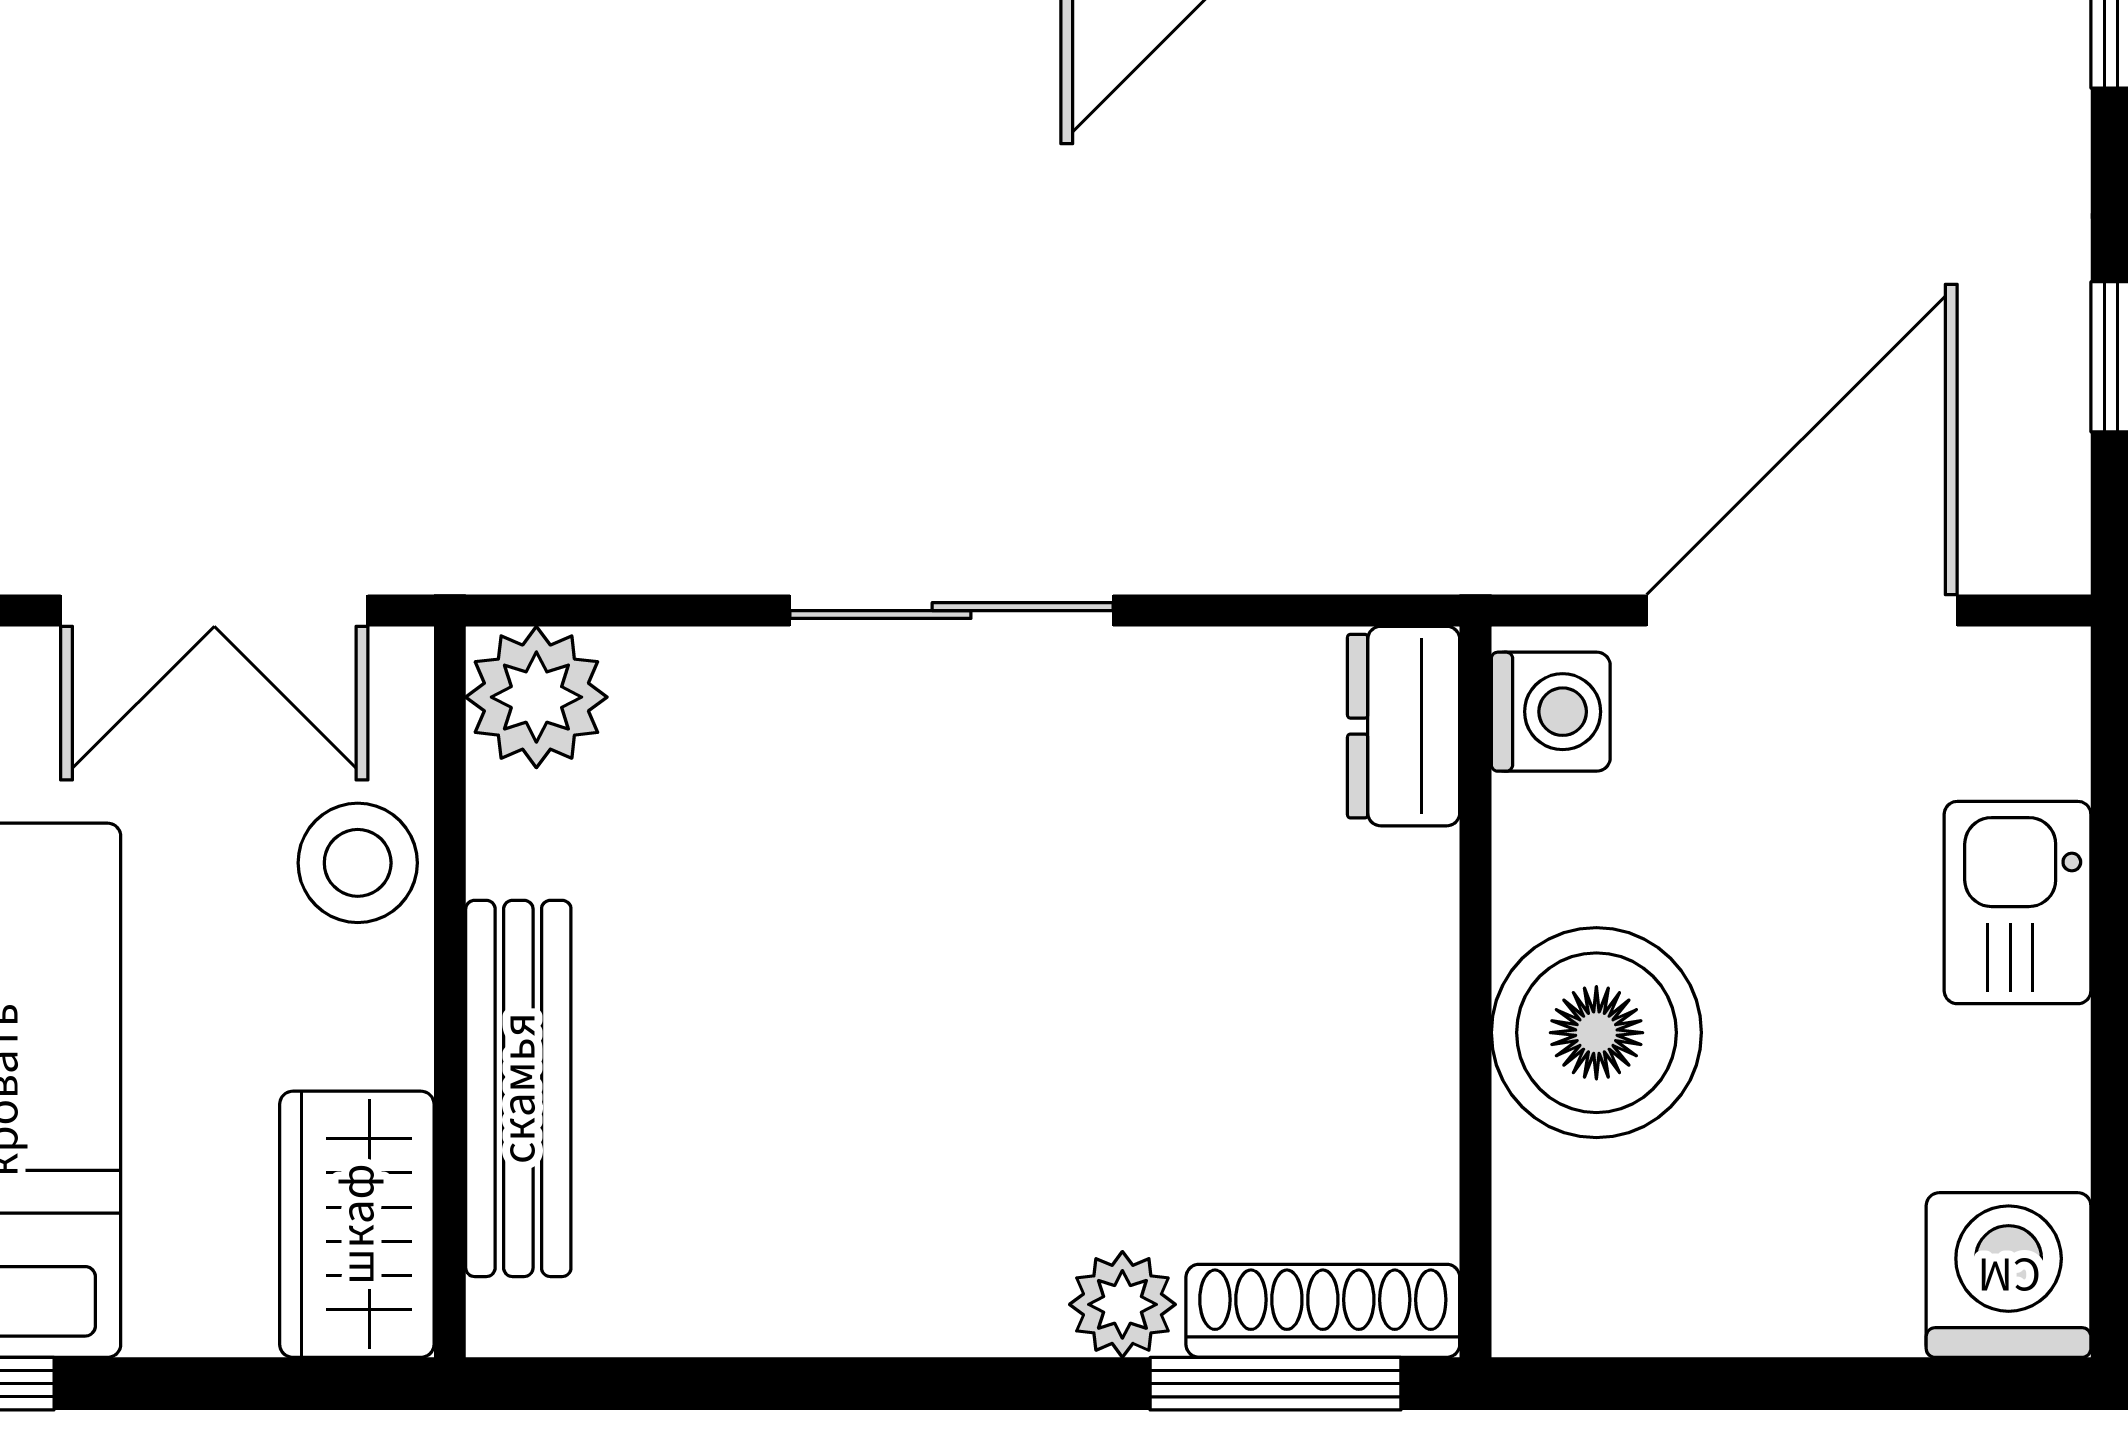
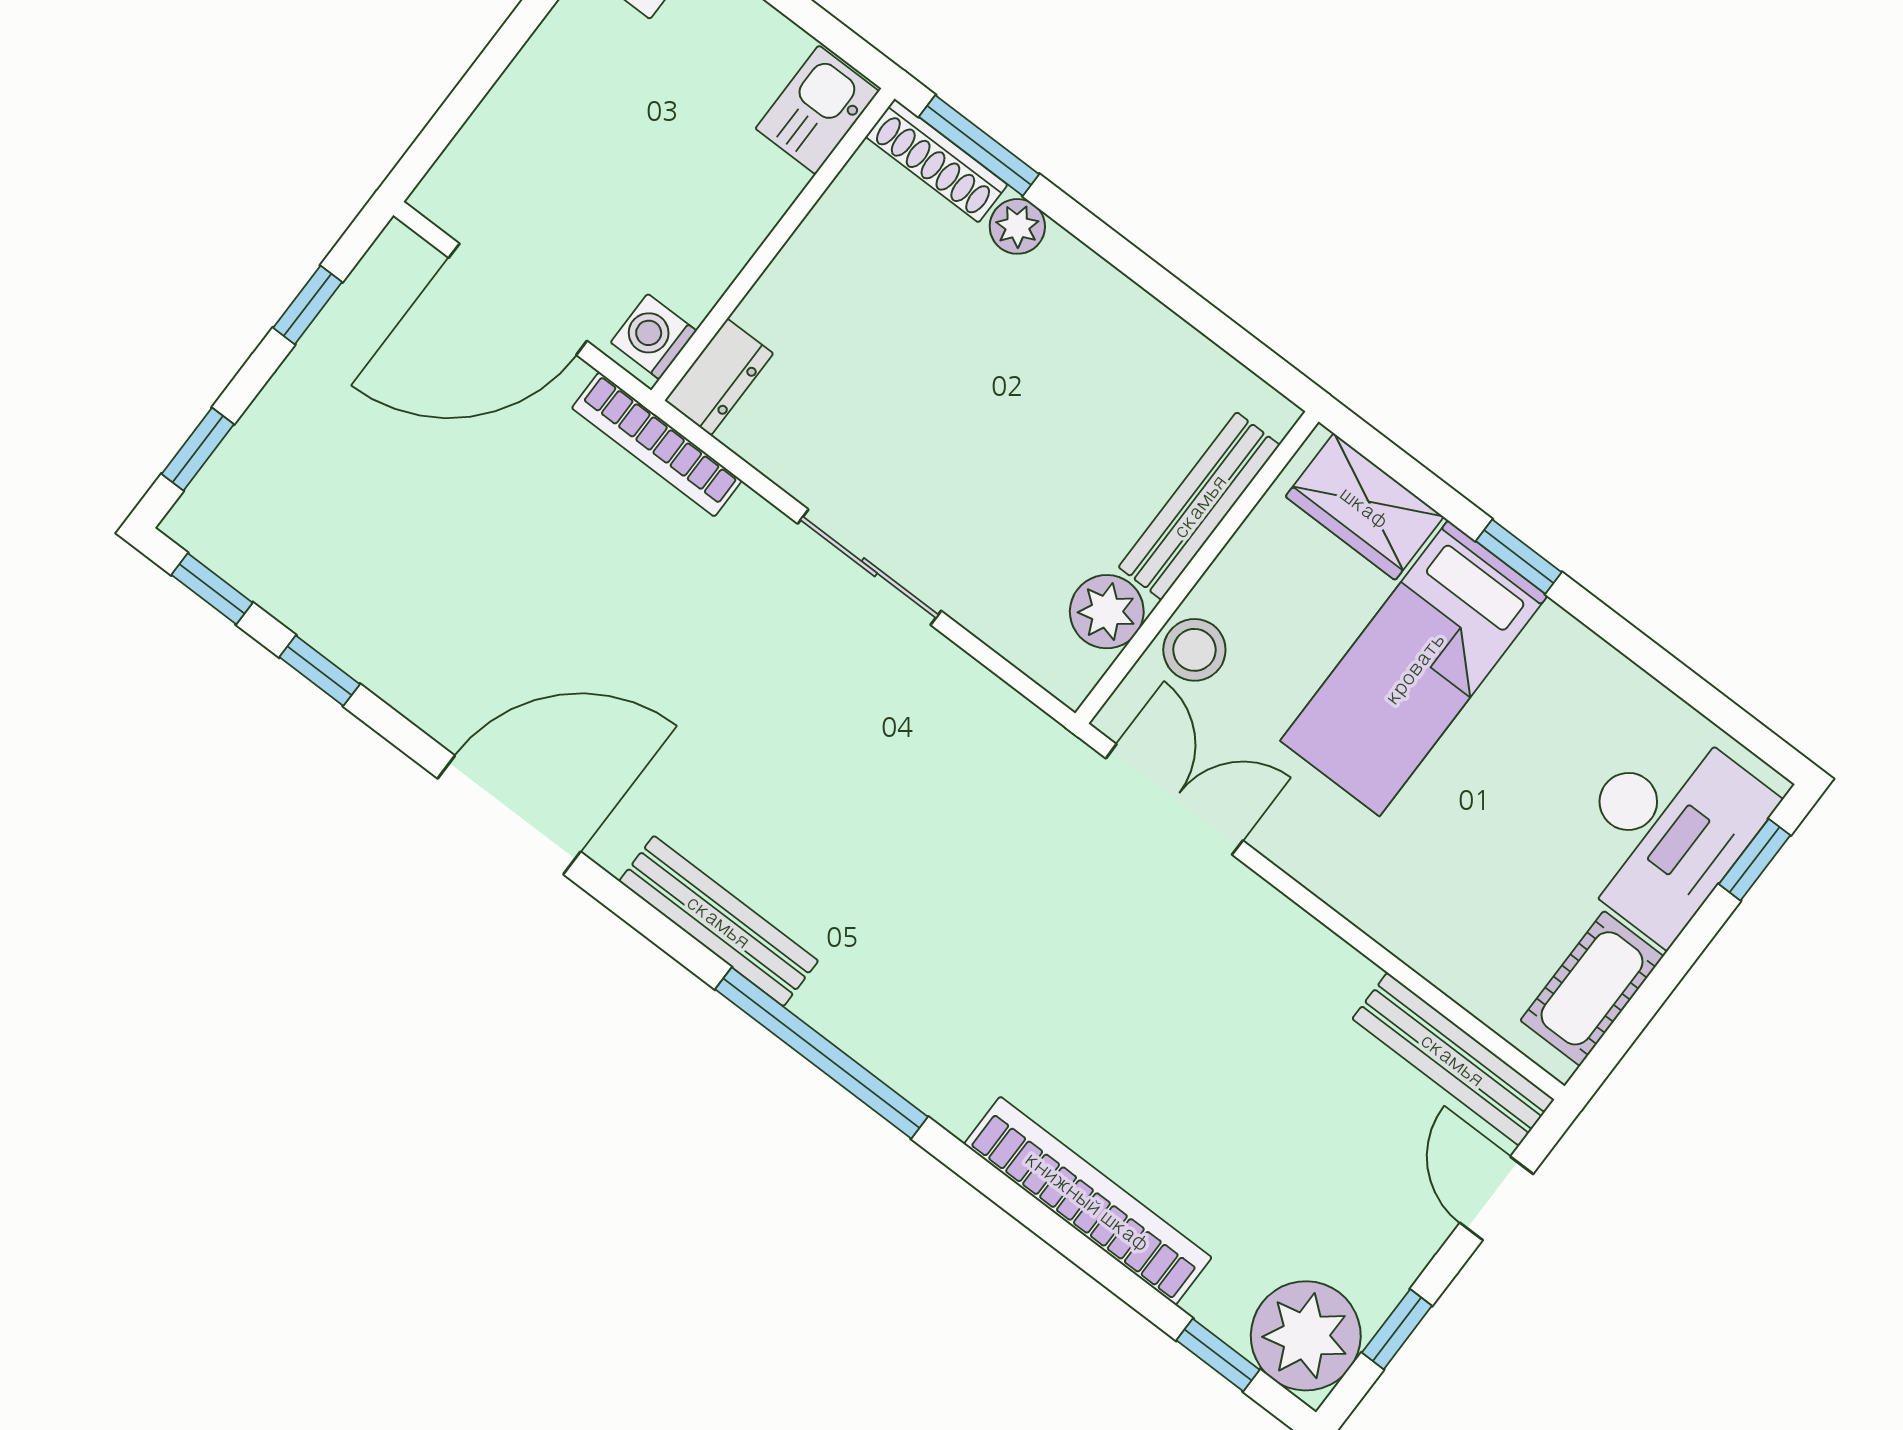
bookcase: (1420, 550) -> (657, 444), added
plant: (536, 697) -> (1107, 612), moved
kitchen sink: (2018, 903) -> (817, 110), moved, turned 180
boiler: (1596, 1033) -> (736, 190), removed
wardrobe: (357, 1224) -> (1365, 507), moved, turned 90

